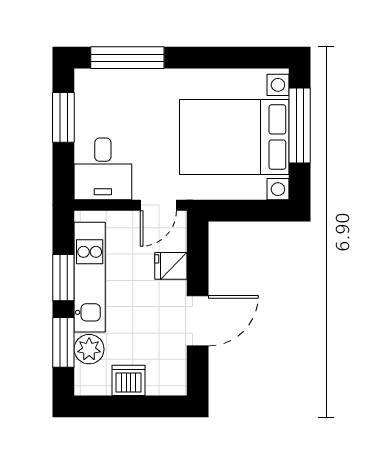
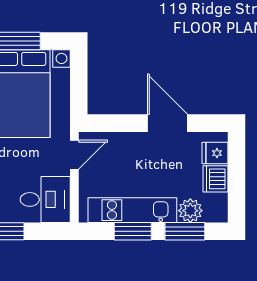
door: (158, 205) -> (74, 155), hinge flipped
fridge: (171, 266) -> (215, 153), moved, turned 90

